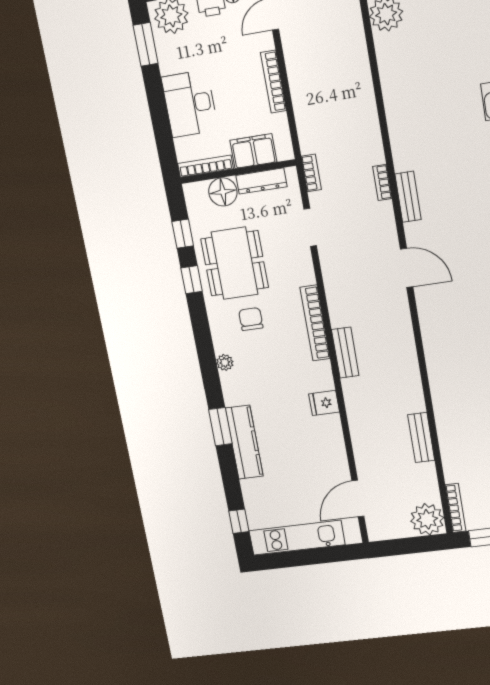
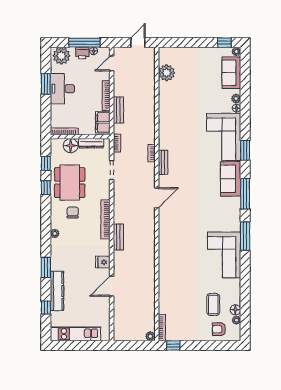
window: (146, 44) -> (46, 84), moved
desk: (190, 104) -> (62, 89), moved
filing cabinet: (253, 151) -> (103, 122), moved, turned -90
door: (407, 268) -> (157, 198), hinge flipped
bench: (421, 438) -> (118, 110), moved
kitchen counter: (244, 442) -> (57, 291), moved
door: (358, 499) -> (112, 286), moved
plant: (427, 519) -> (150, 336), width x0.53, depth x0.53
window: (239, 521) -> (46, 307), moved

